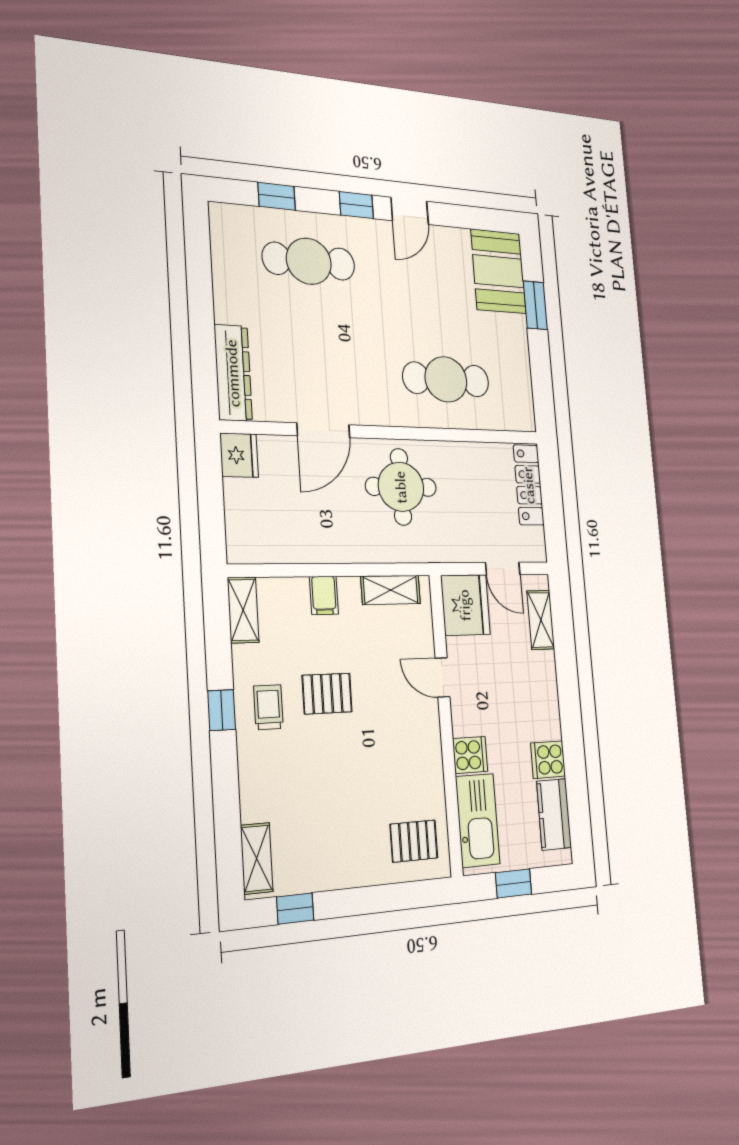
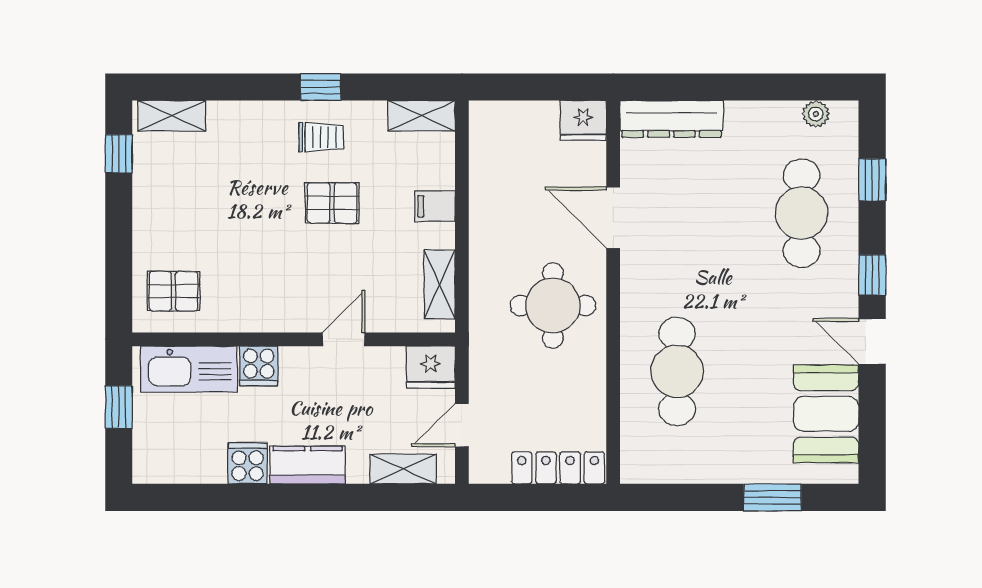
plant: (221, 241) -> (816, 114), added
booth: (499, 271) -> (826, 414), moved, turned 90
fridge: (465, 605) -> (431, 367), width x0.73, depth x0.75
pallet: (327, 694) -> (332, 203), turned 90
kitchen counter: (554, 814) -> (308, 465), moved
pallet: (414, 841) -> (174, 291), turned 90

